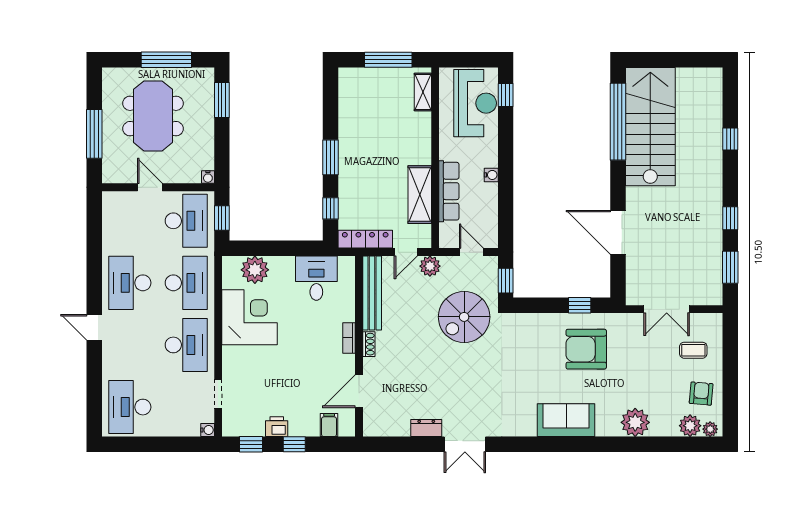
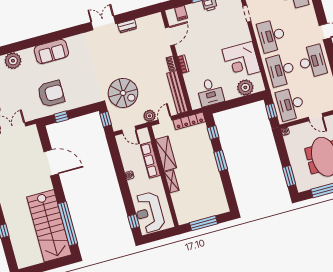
shelving: (423, 92) -> (172, 181), moved
spiral stairs: (464, 317) -> (123, 93), turned 90

